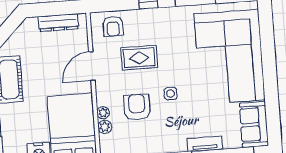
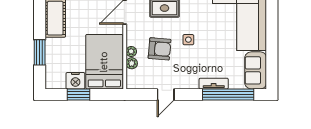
armchair: (137, 107) -> (160, 49), turned 95

